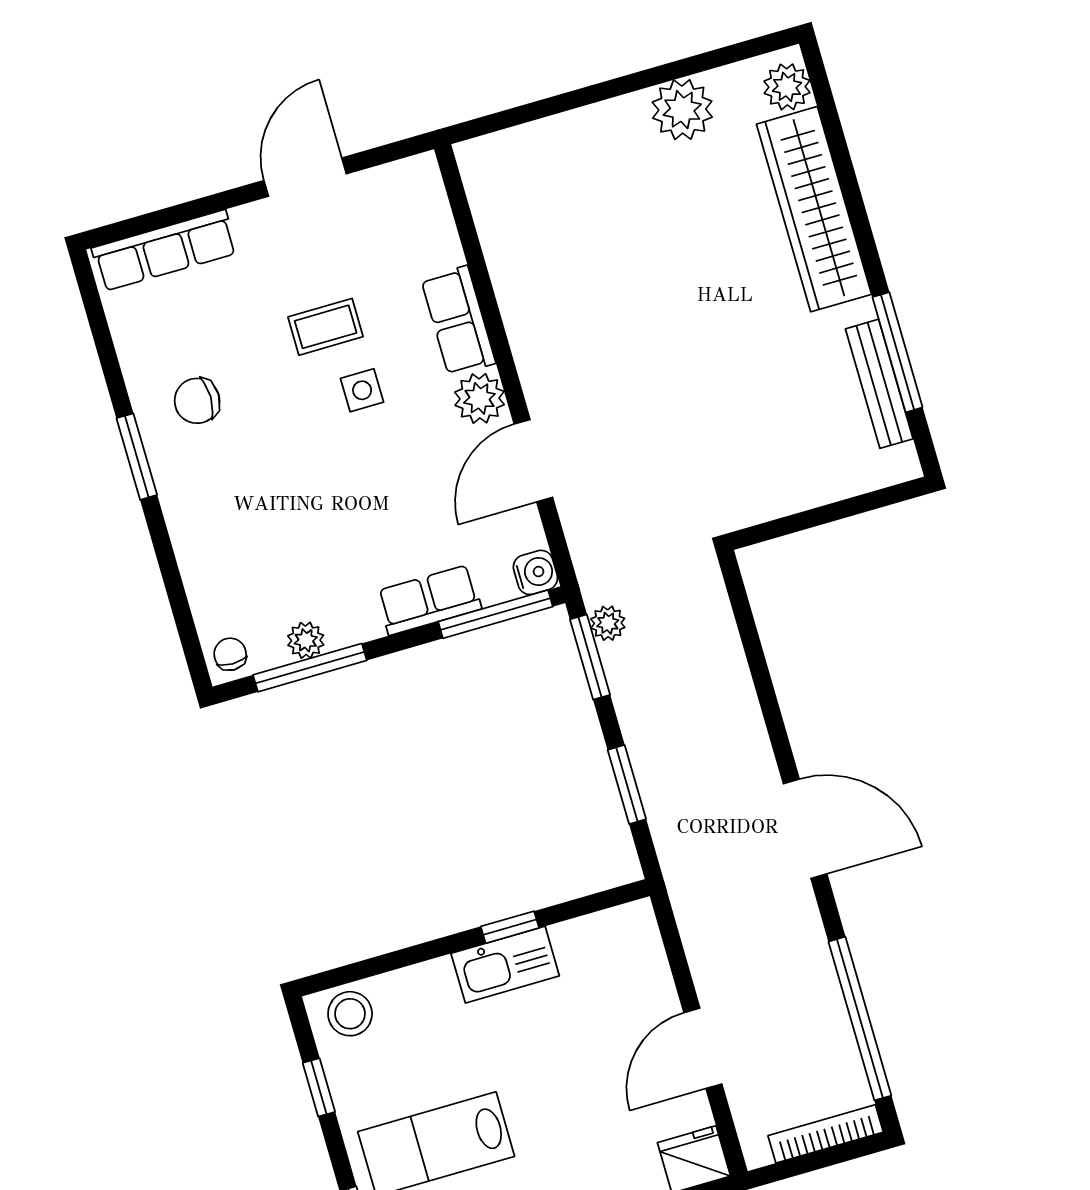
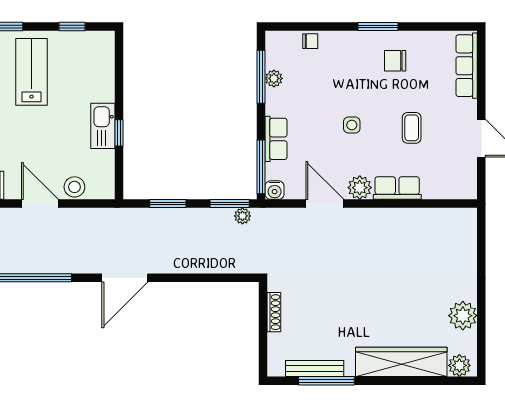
side table: (362, 390) -> (352, 125), moved
chair: (197, 401) -> (395, 61), turned -90
shoe rack: (787, 501) -> (274, 312), added
chair: (230, 654) -> (310, 41), moved
stool: (350, 1014) -> (74, 187), moved

